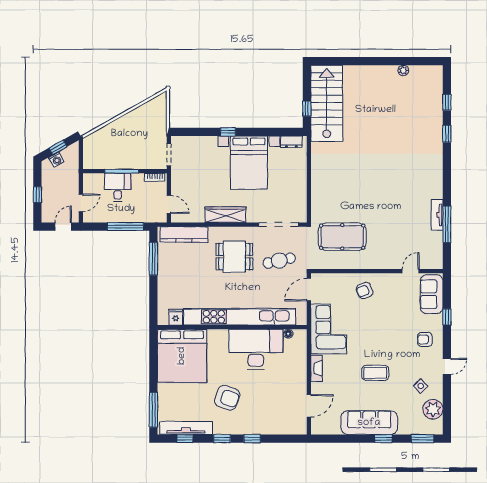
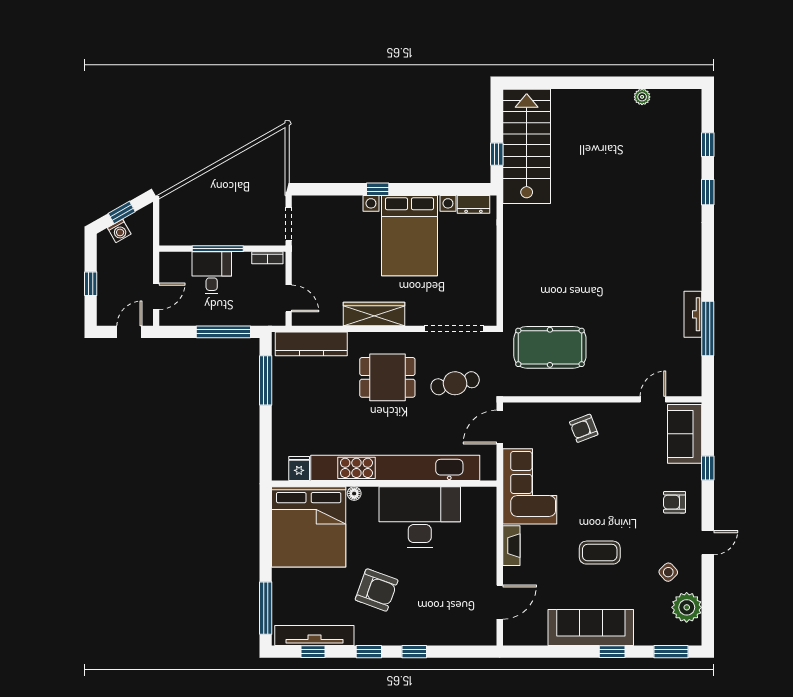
floor lamp: (288, 334) -> (354, 494), moved

